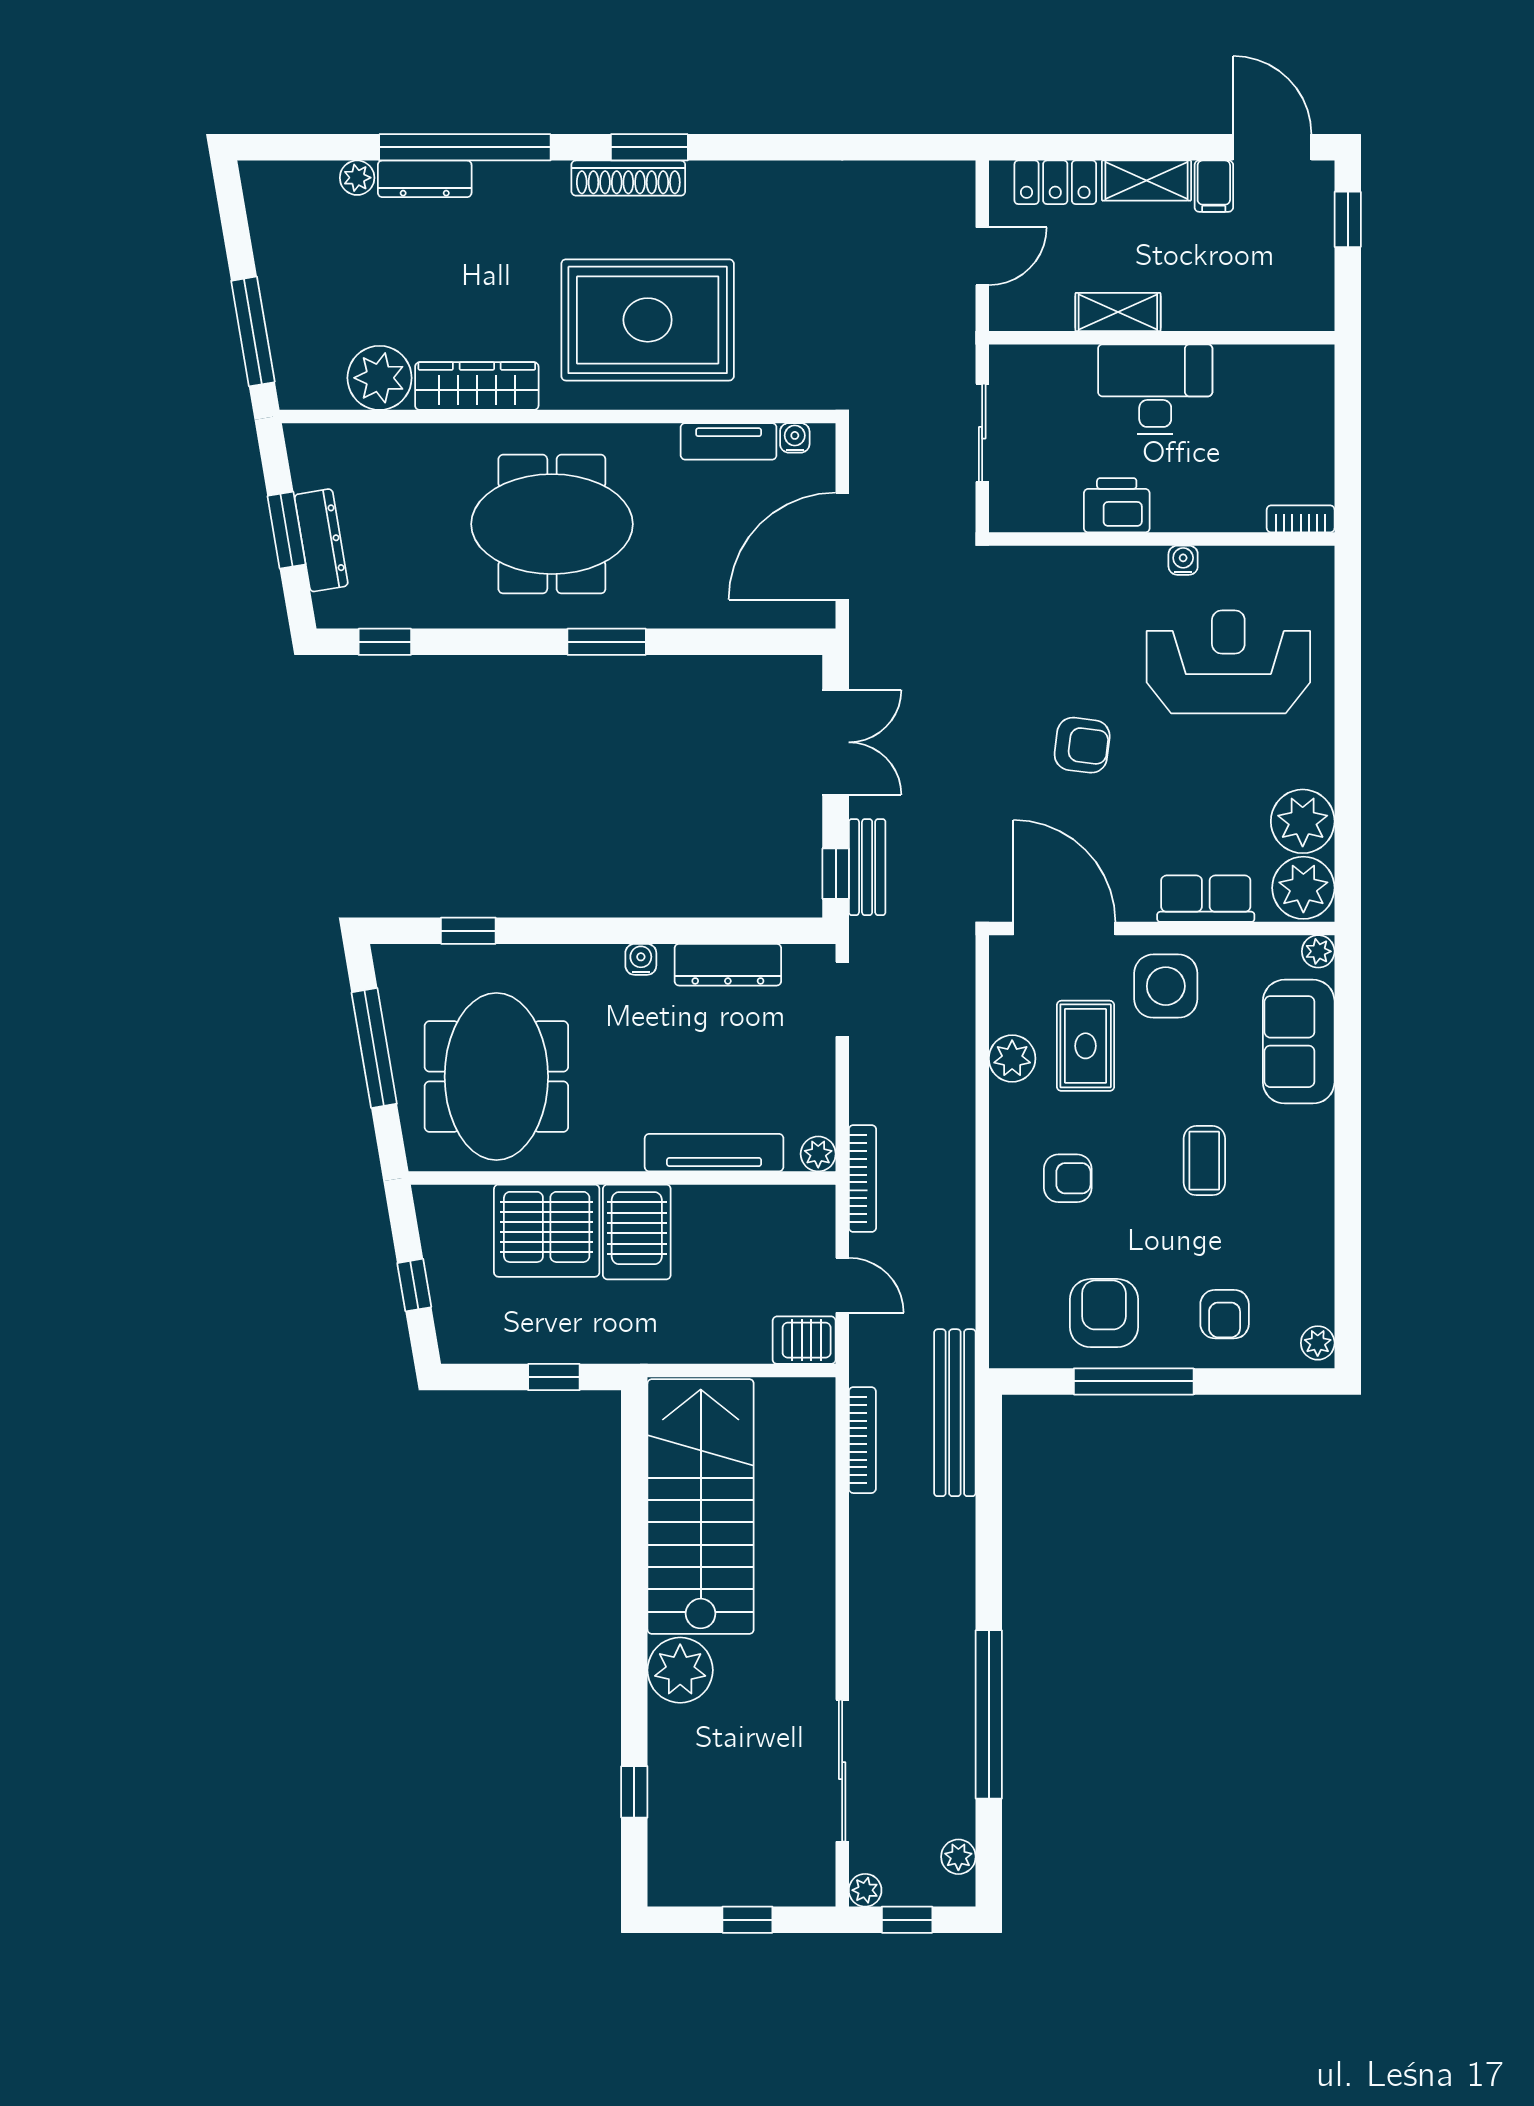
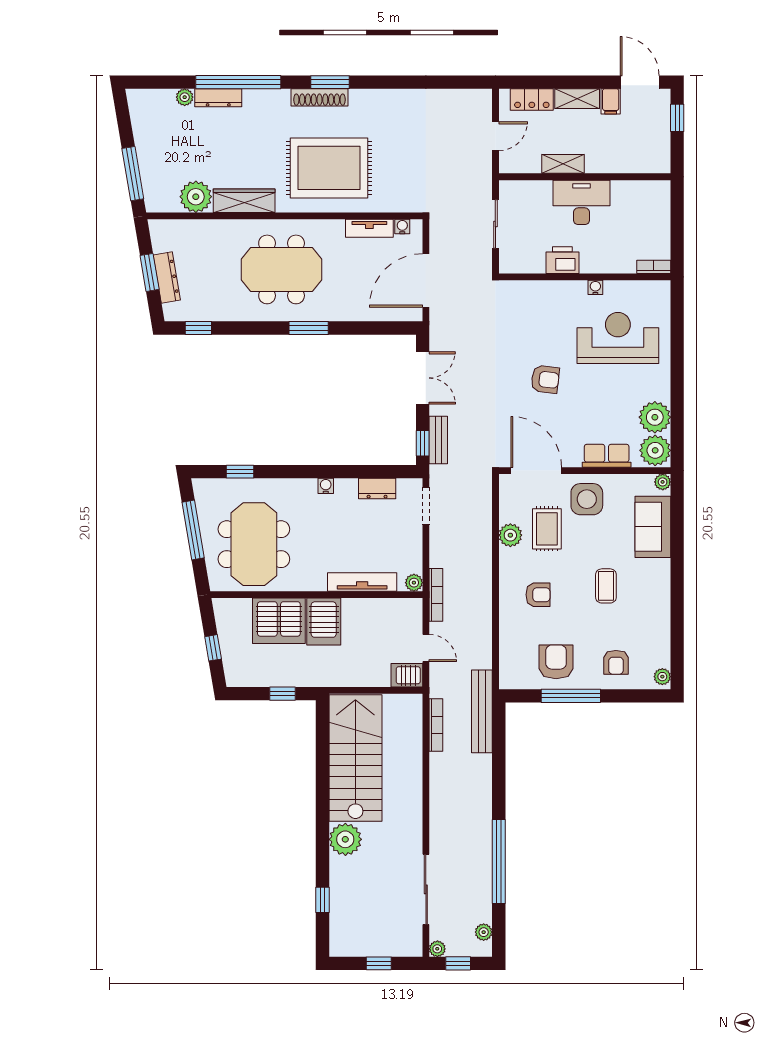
dresser: (728, 965) -> (377, 489), width x0.70

